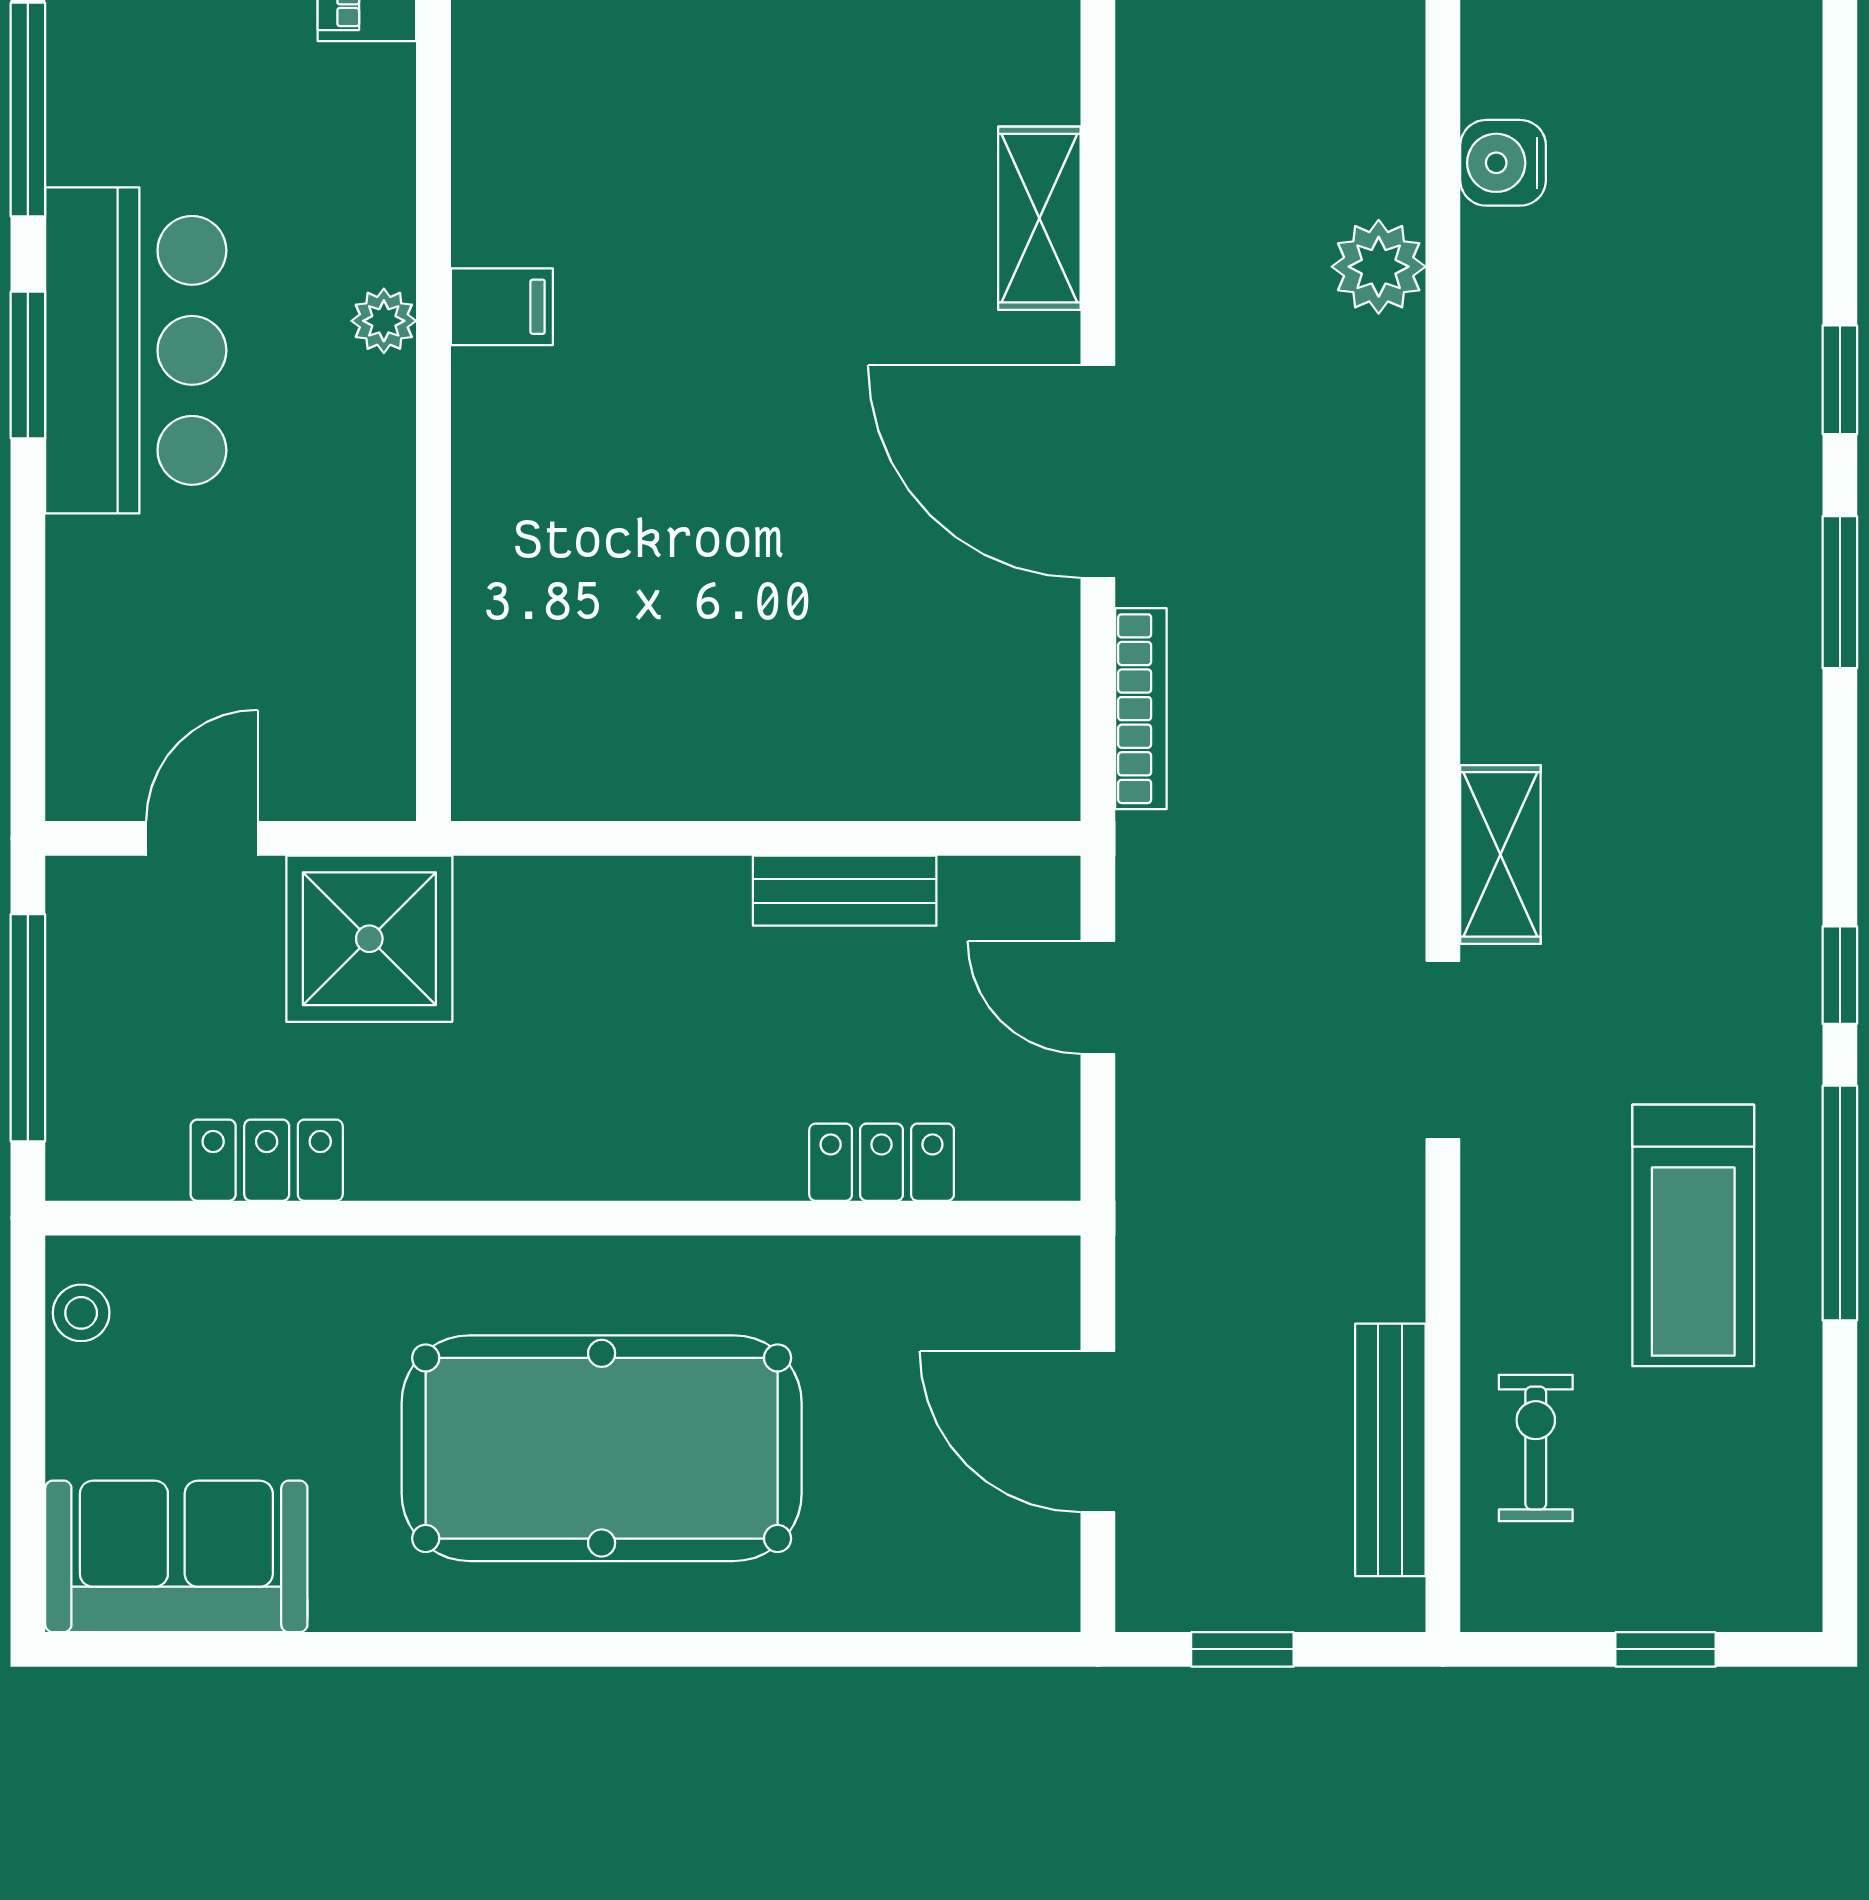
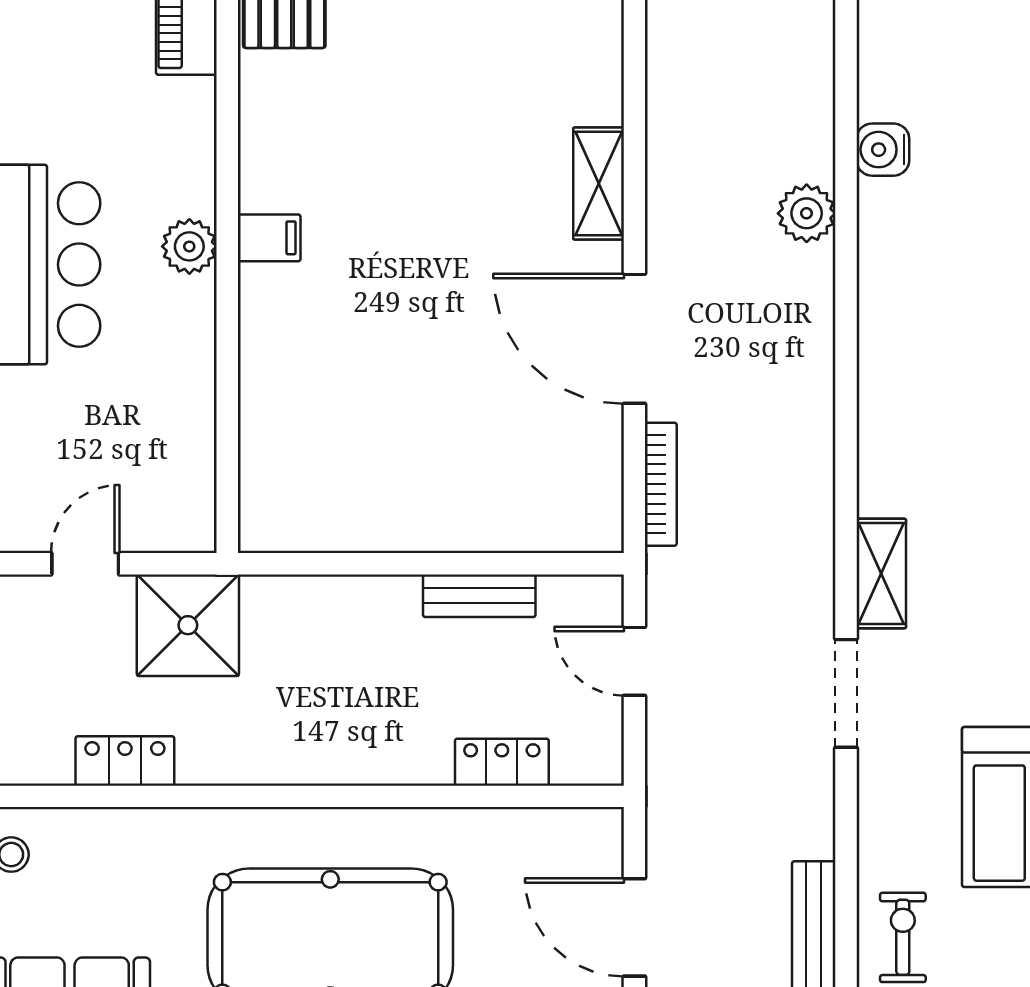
plant: (384, 321) -> (189, 246), width x1.38, depth x1.38

